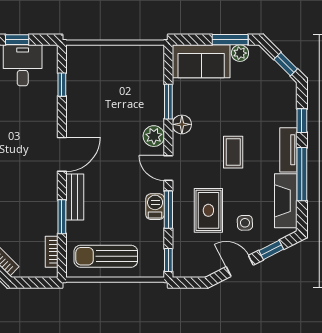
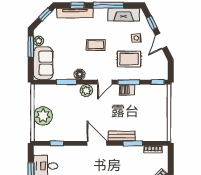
plant: (110, 61) -> (43, 116), added
tv unit: (288, 150) -> (75, 13), moved, width x1.41
sun lounger: (106, 256) -> (155, 118), removed

